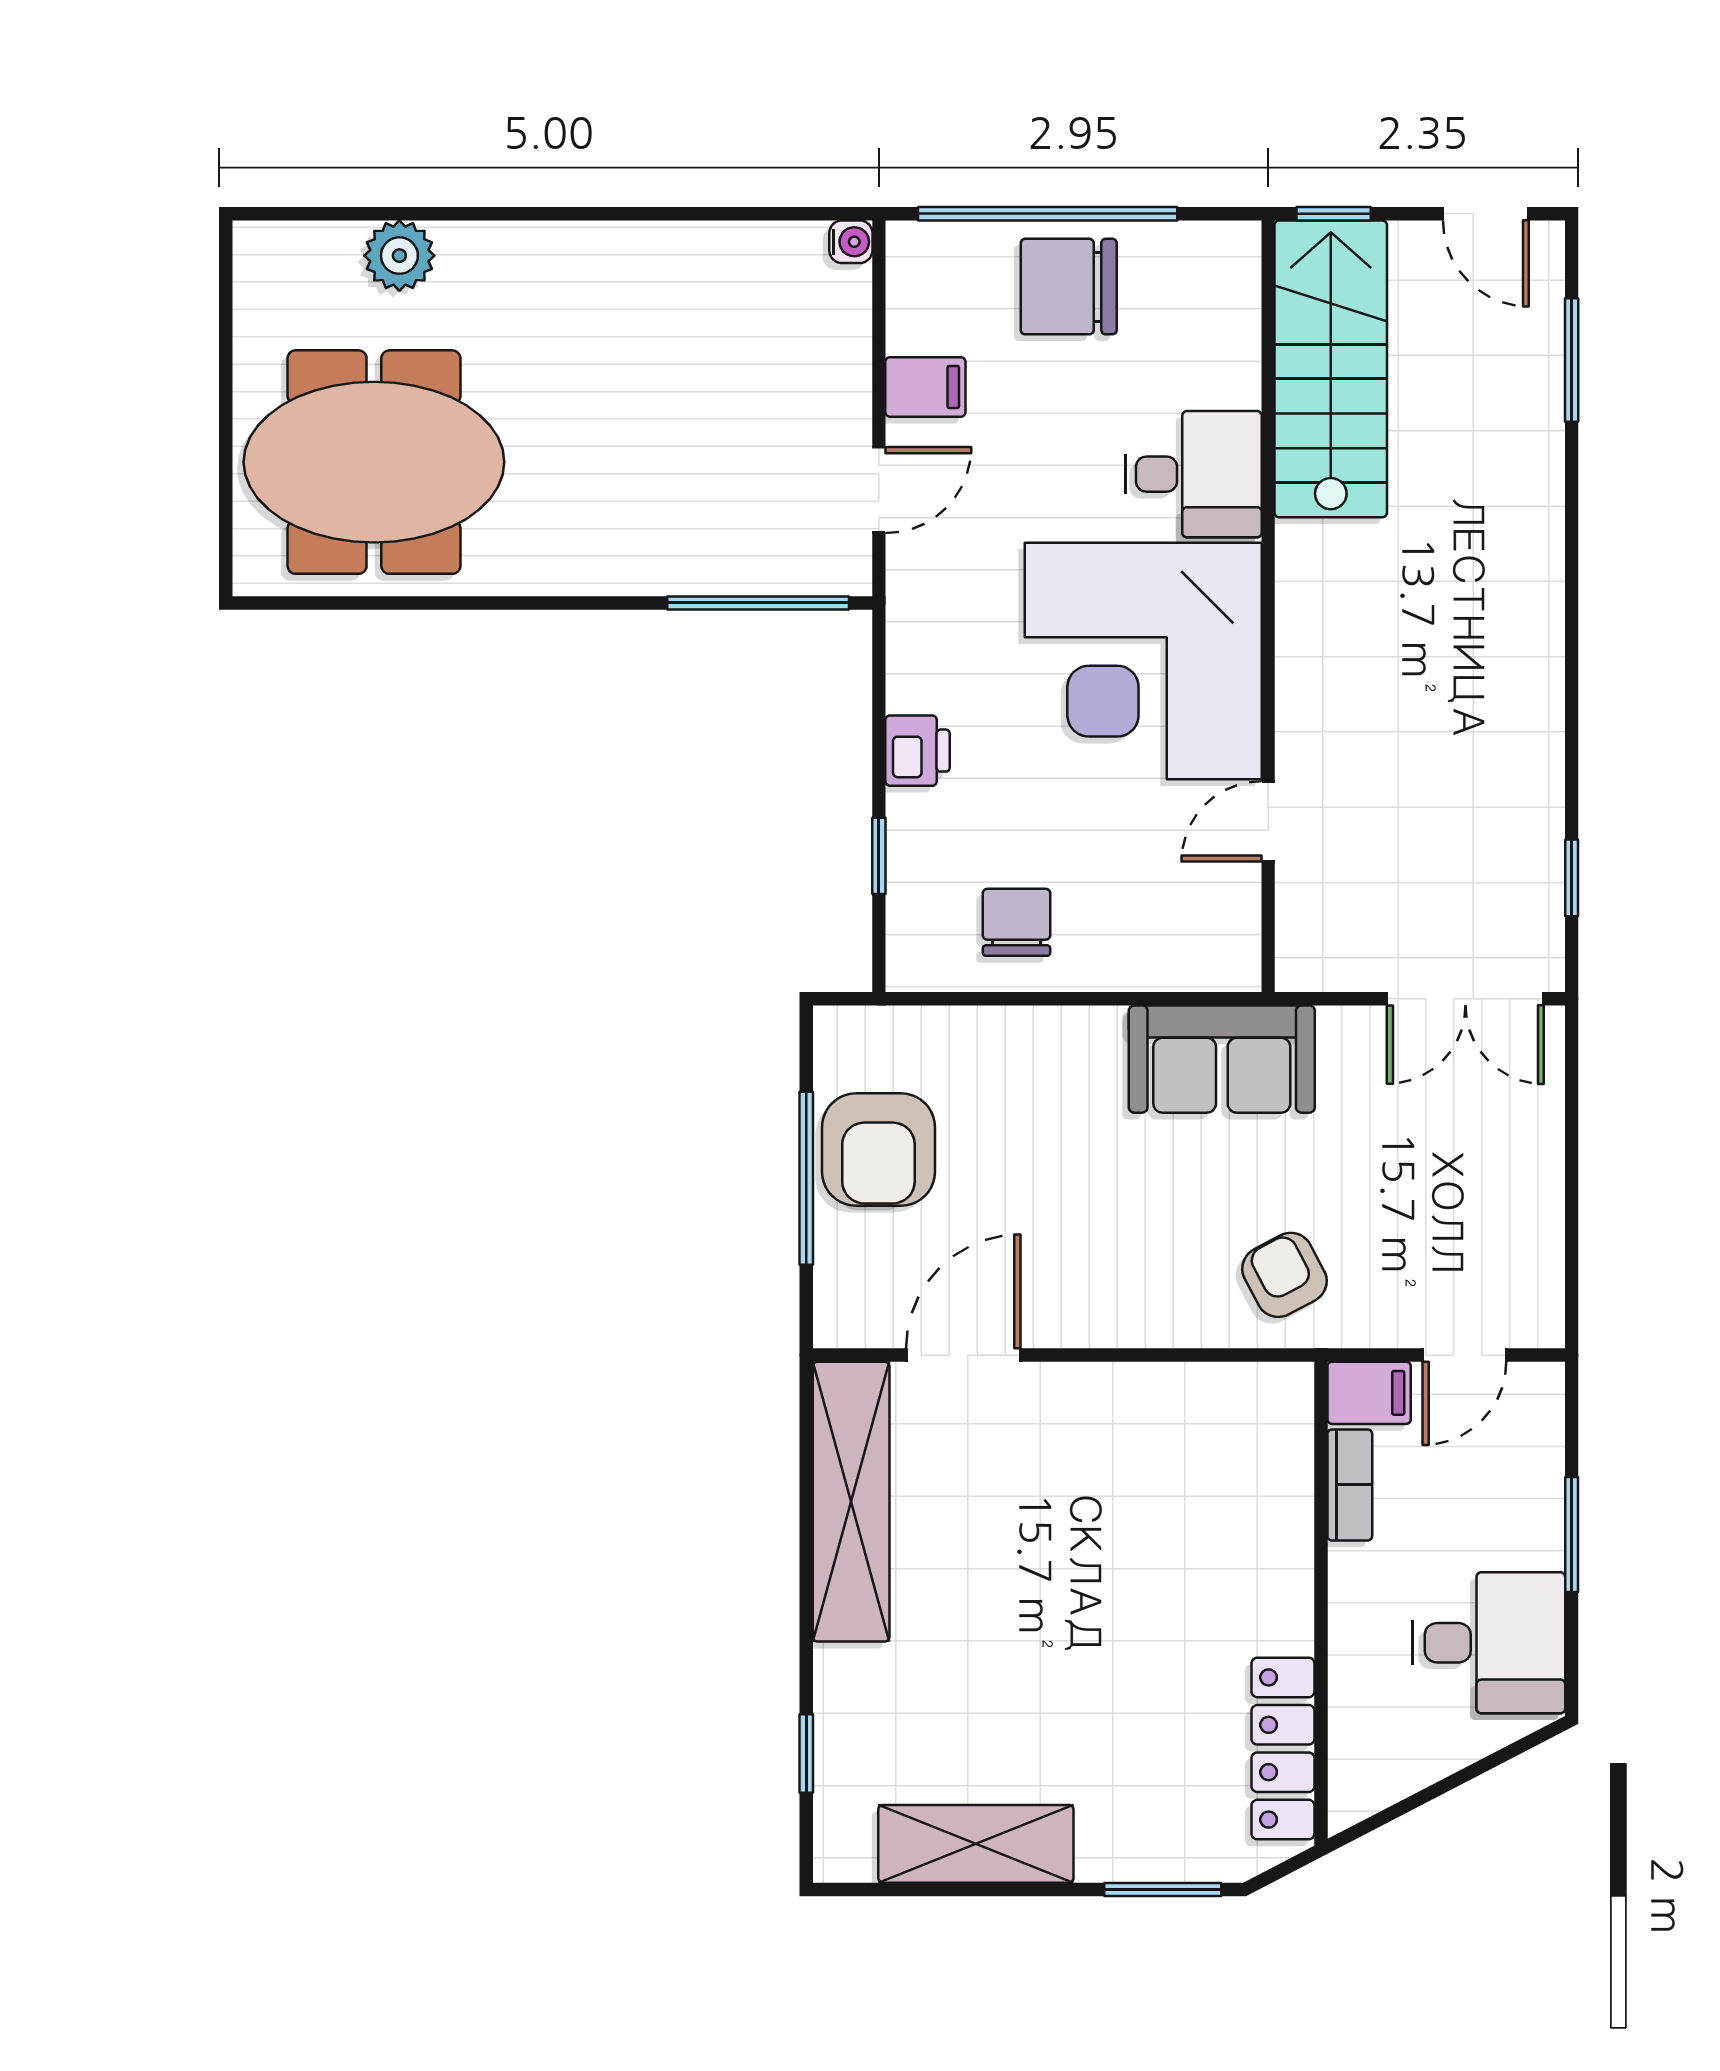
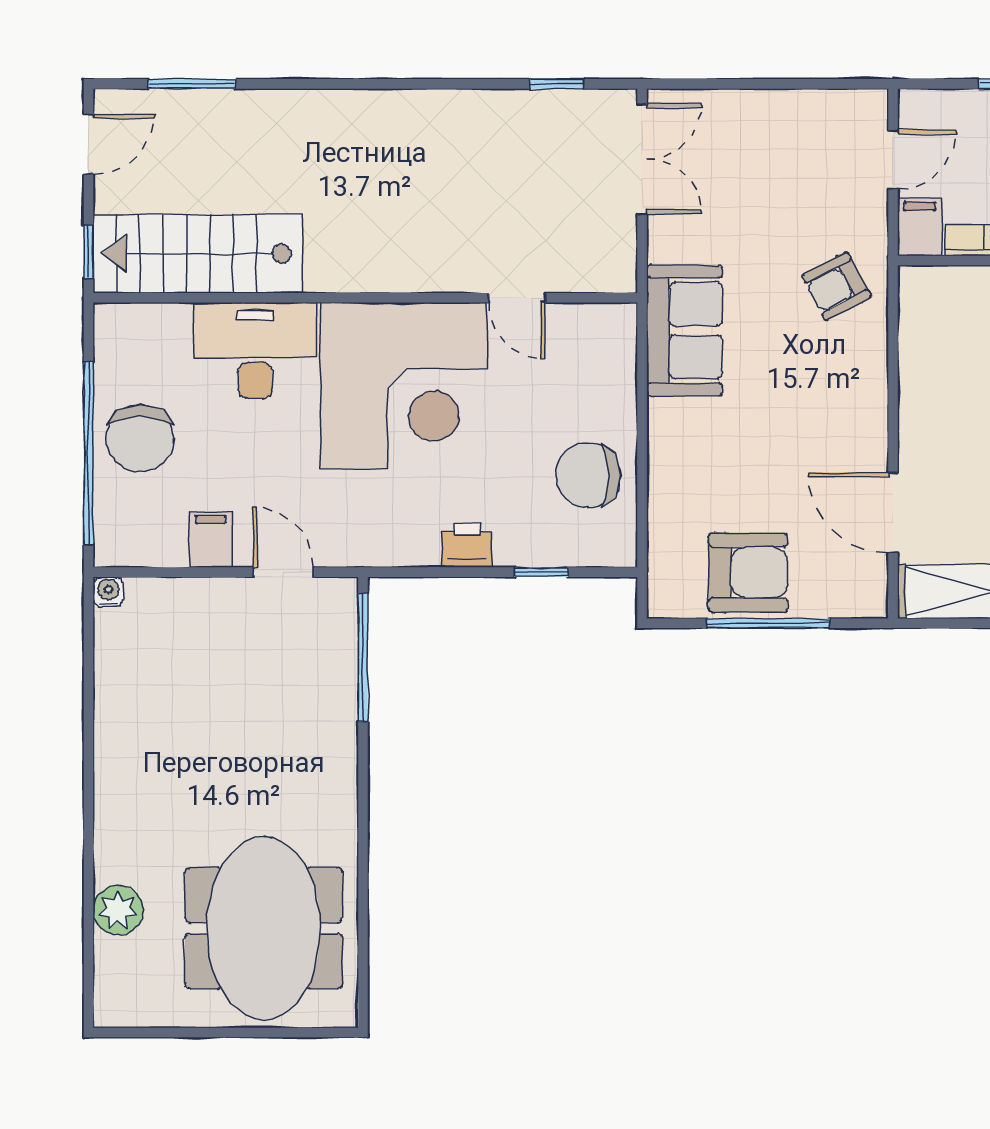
desk: (1193, 474) -> (256, 350), width x1.37
chair: (1017, 922) -> (588, 475), width x1.37, depth x1.37
door: (1464, 1355) -> (893, 159), hinge flipped

